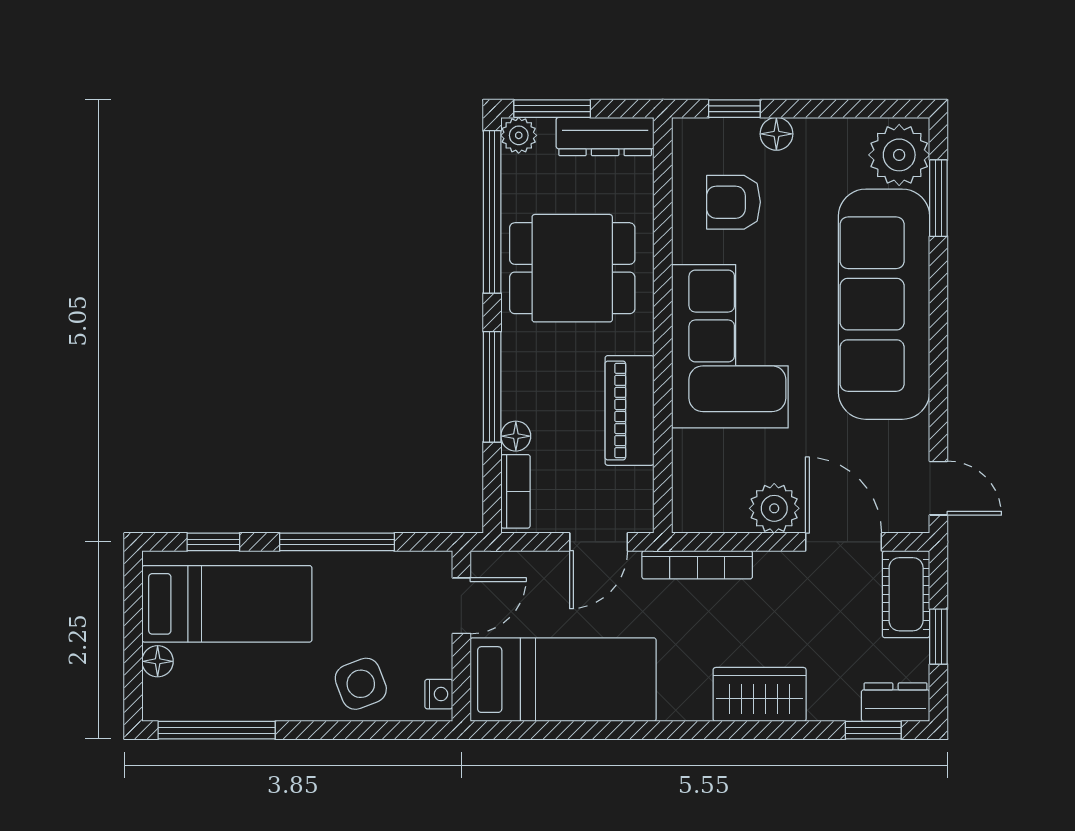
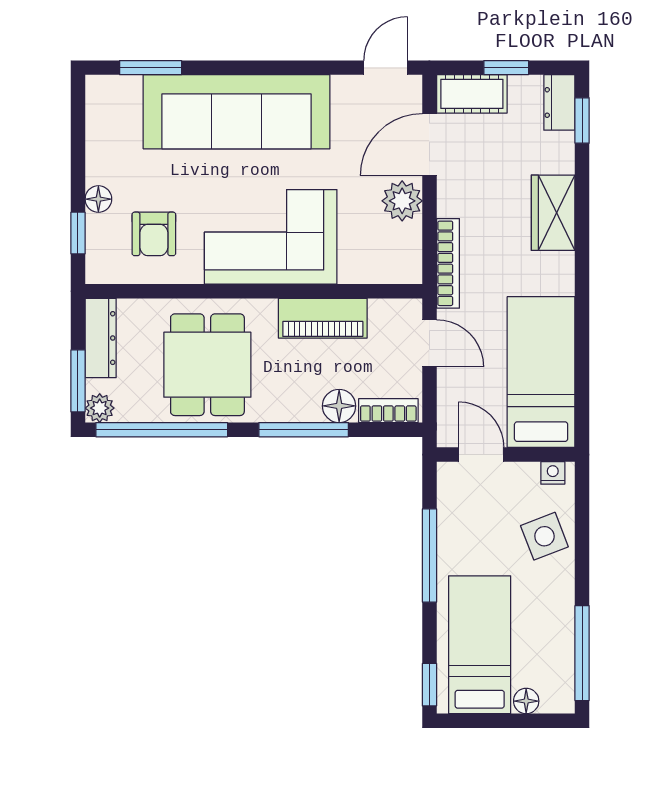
plant: (899, 155) -> (116, 100), removed
floor lamp: (516, 436) -> (339, 406), width x1.37, depth x1.37
window: (213, 542) -> (429, 685), moved

